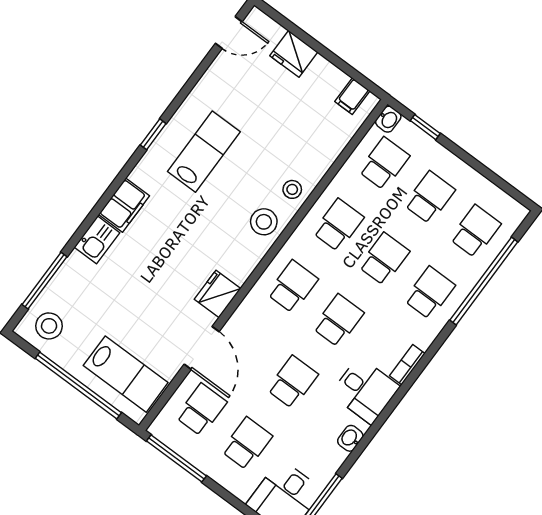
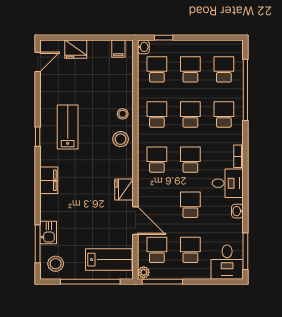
kitchen sink: (97, 240) -> (48, 232), moved
plant: (160, 427) -> (144, 272), added

